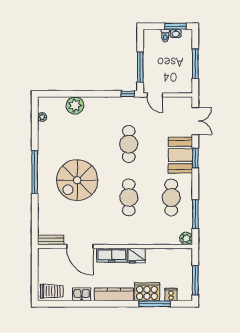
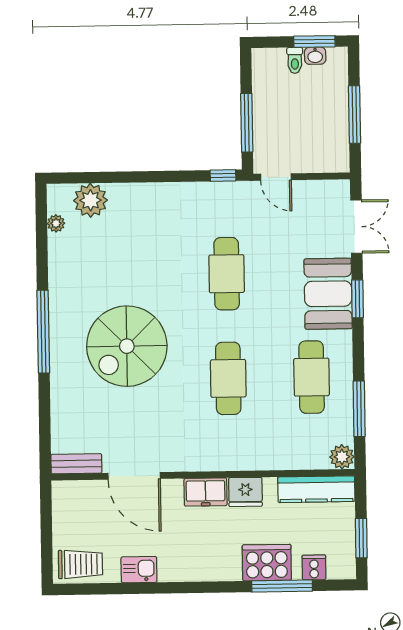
plant: (75, 105) -> (90, 200), moved
freezer: (112, 255) -> (206, 492), width x0.71
window: (195, 280) -> (361, 538), width x0.69
kitchen counter: (114, 294) -> (316, 489), moved, turned 180

